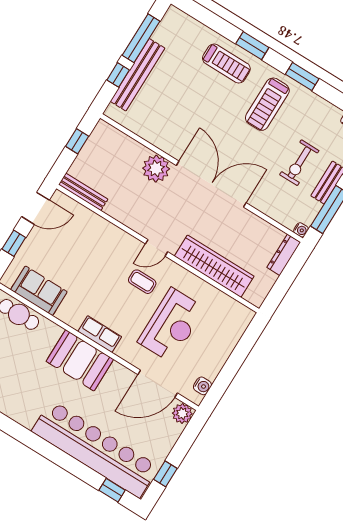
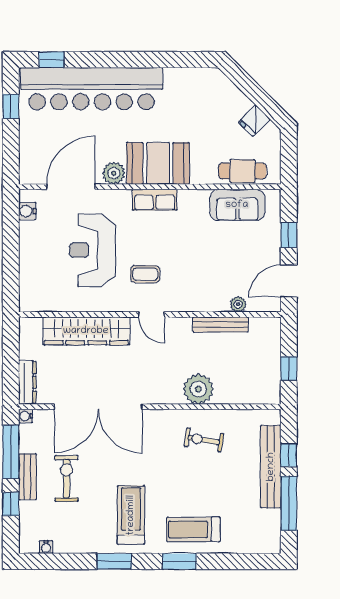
exercise bike: (176, 127) -> (204, 440), added
double door: (211, 184) -> (98, 407), moved
bench: (83, 192) -> (220, 324), moved
plant: (85, 215) -> (238, 304), added
door: (156, 248) -> (151, 314), swing flipped
plant: (182, 413) -> (114, 173), moved

